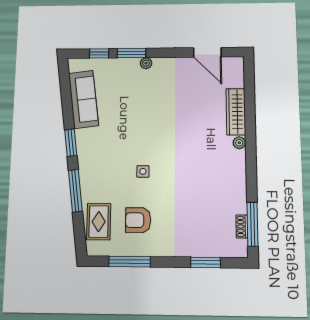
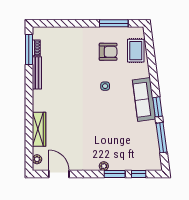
sofa: (83, 99) -> (144, 99), moved
plant: (239, 143) -> (37, 159), moved
bench: (240, 190) -> (37, 73), added
window: (75, 191) -> (162, 138), moved
window: (206, 262) -> (61, 23), removed

